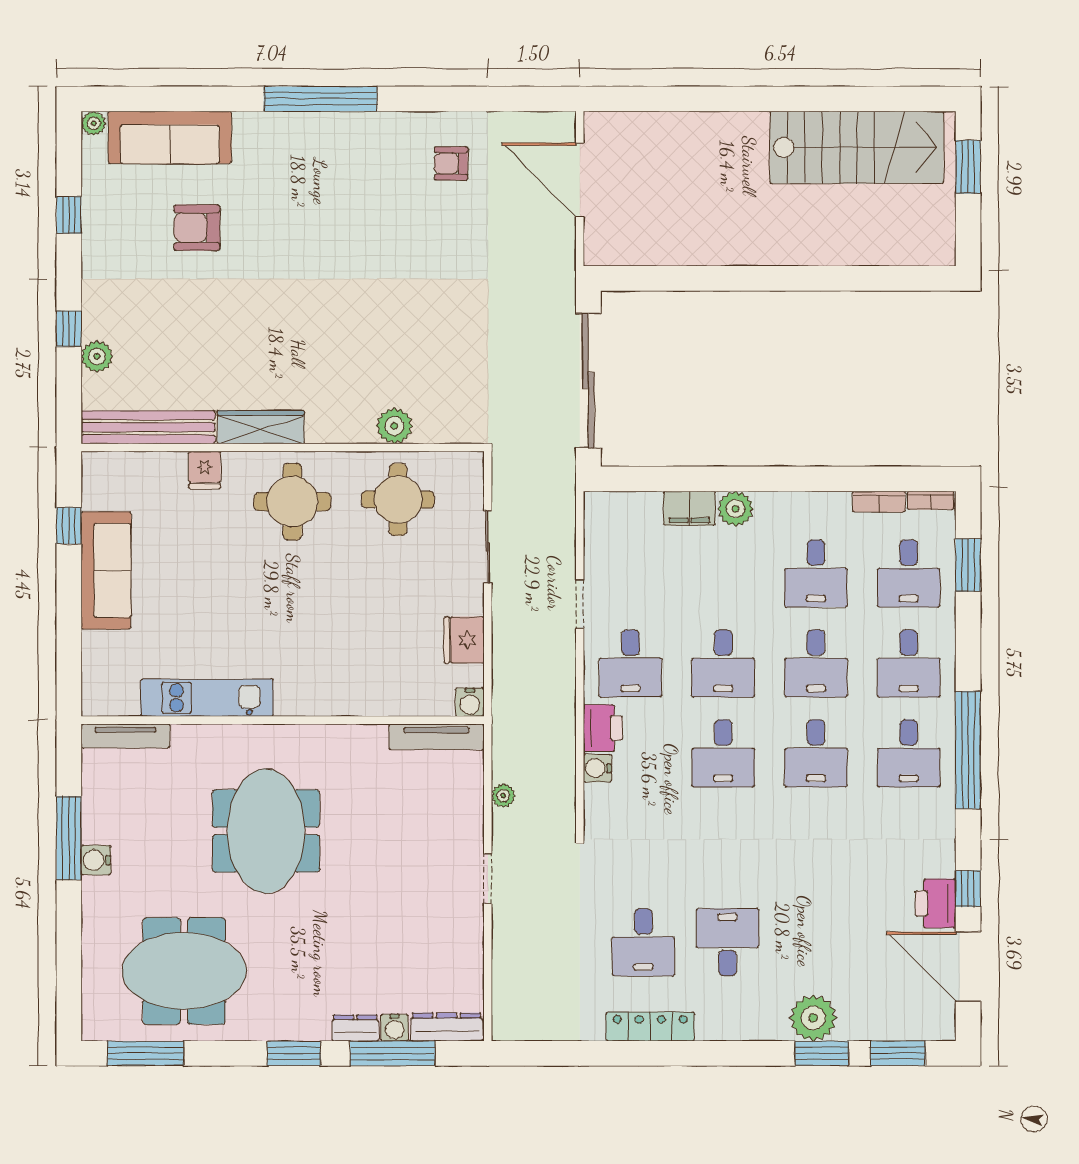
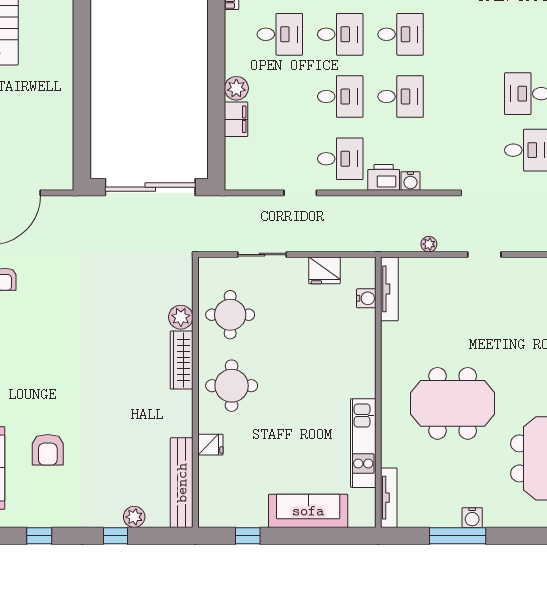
wardrobe: (261, 427) -> (182, 360), moved
sofa: (106, 570) -> (308, 511), moved
water cooler: (470, 702) -> (366, 298), moved

